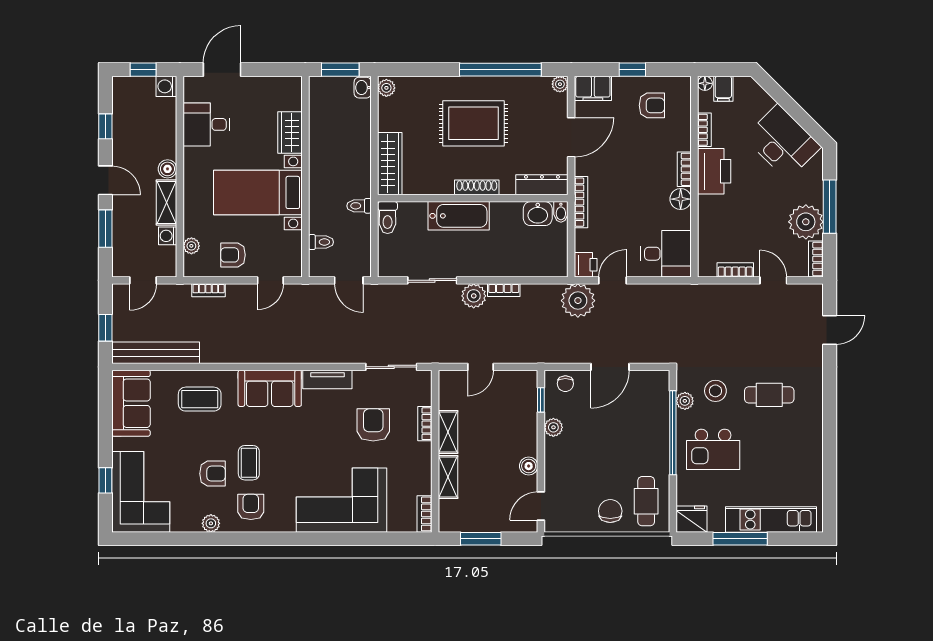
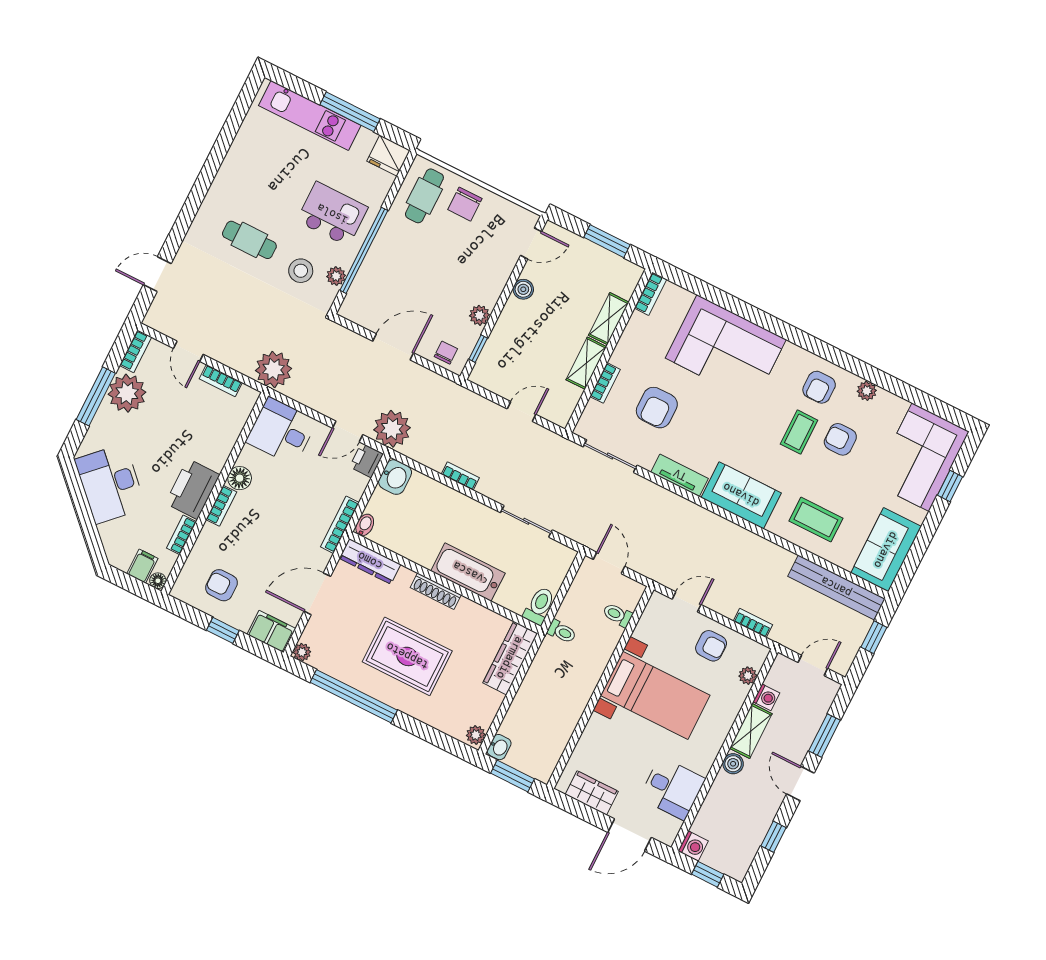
wardrobe: (290, 133) -> (592, 793), moved, turned -90
washbasin: (538, 214) -> (395, 477), moved, turned 90
plant: (474, 296) -> (274, 369), moved, width x1.36, depth x1.36

